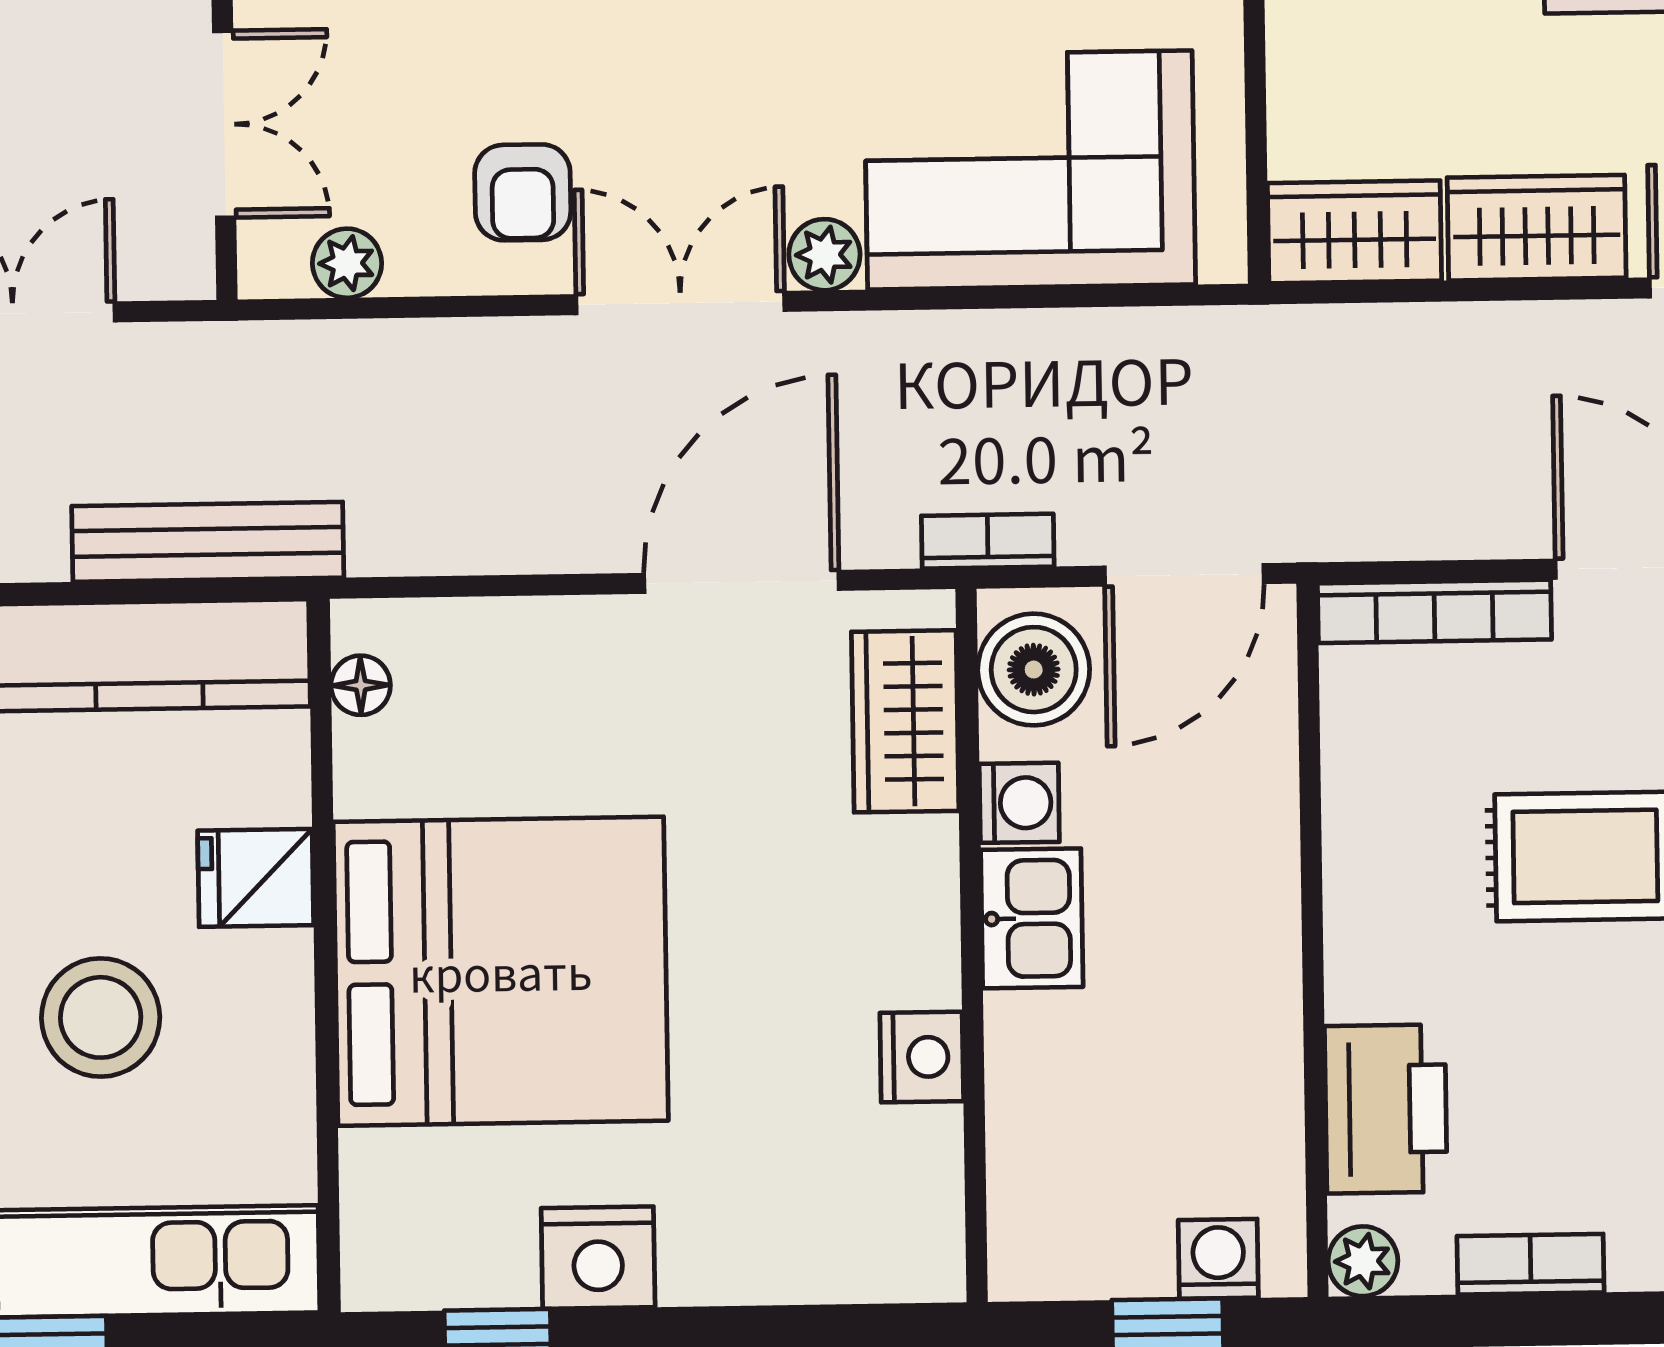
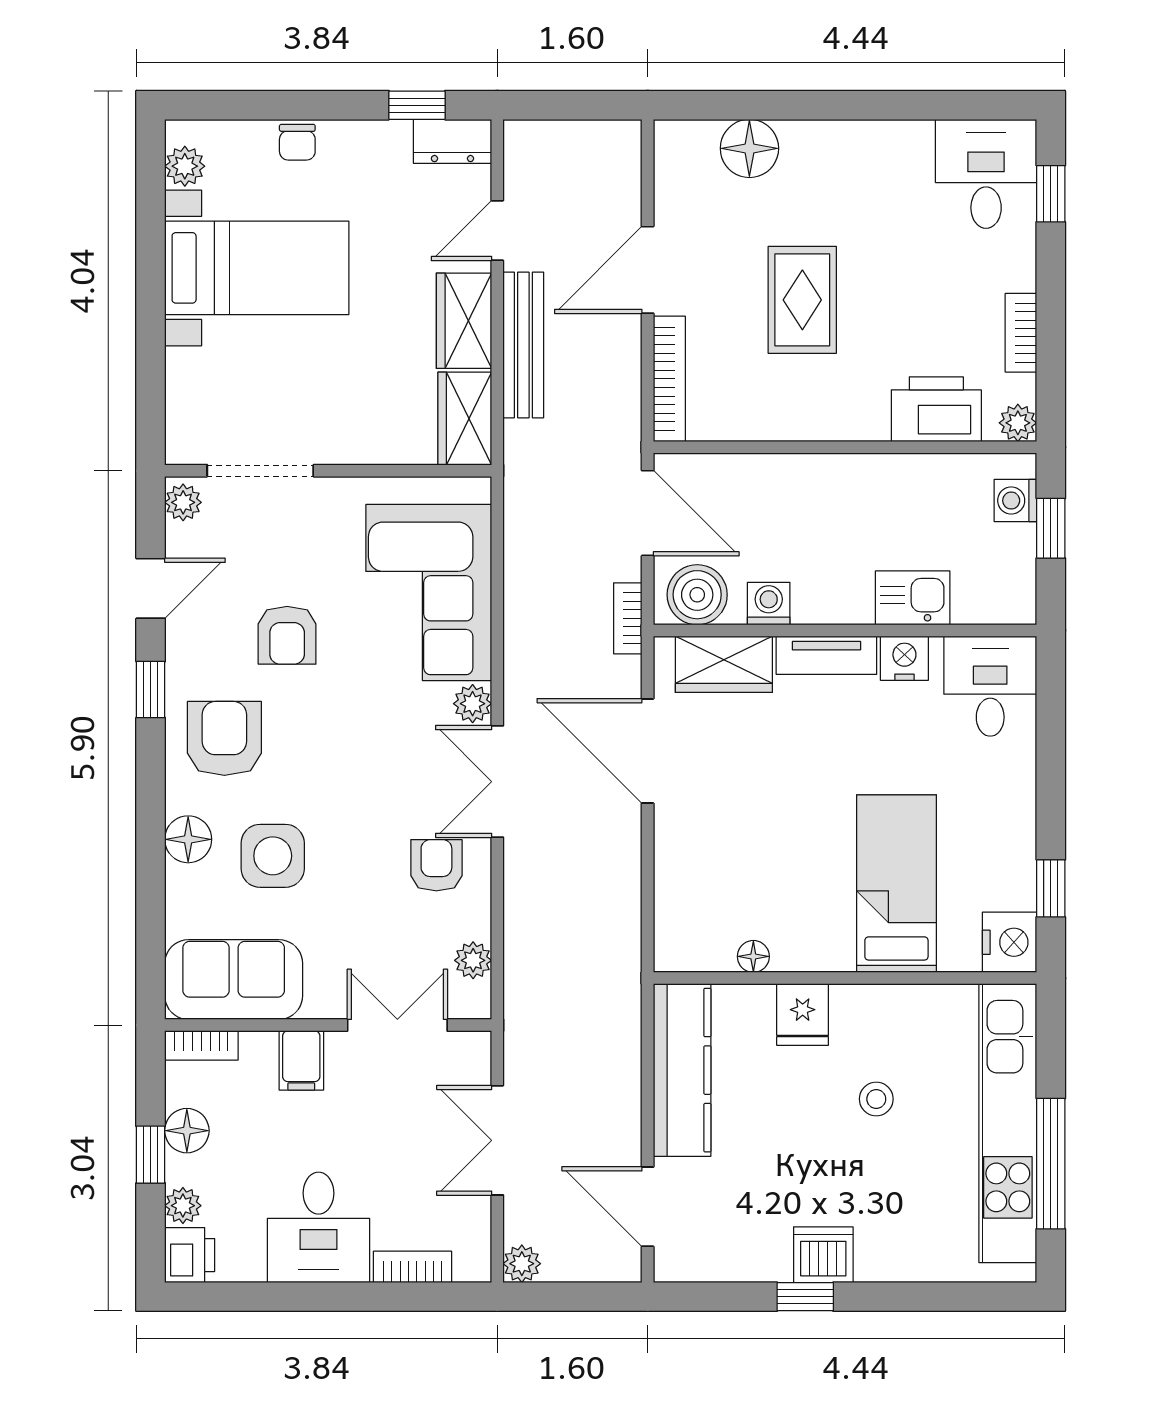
armchair: (523, 192) -> (436, 865), turned -90
bench: (208, 542) -> (523, 345), moved
floor lamp: (361, 685) -> (753, 956), moved
tv unit: (925, 912) -> (826, 655), added
kitchen sink: (1032, 918) -> (913, 598), moved
bed: (501, 971) -> (896, 884), width x0.49
stool: (101, 1017) -> (876, 1099), width x0.53, depth x0.53
desk: (872, 1217) -> (990, 686), added
nightstand: (598, 1258) -> (1010, 942), moved

